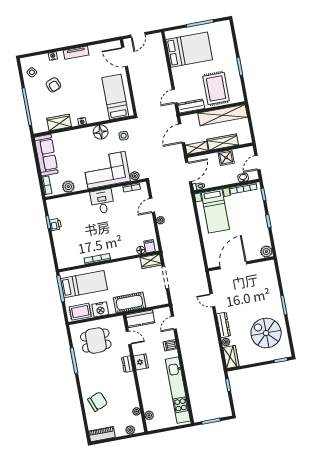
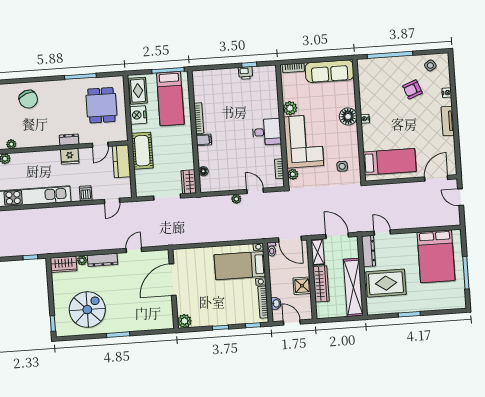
wardrobe: (59, 123) -> (367, 91), removed
floor lamp: (101, 132) -> (348, 116), moved
plant: (68, 187) -> (290, 108), moved
filing cabinet: (150, 246) -> (204, 140), moved
door: (233, 265) -> (173, 280), swing flipped
door: (174, 323) -> (112, 201), swing flipped

